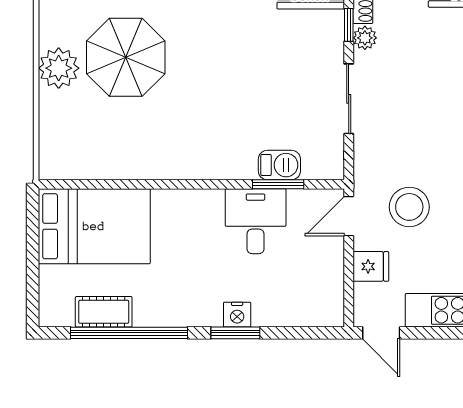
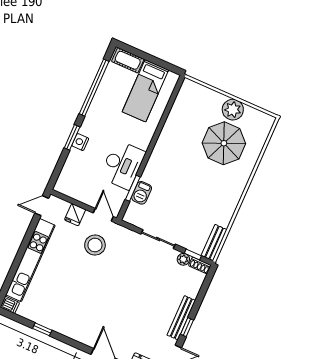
desk: (256, 221) -> (123, 165), width x1.37
bed: (94, 226) -> (145, 91), width x0.67
cot: (104, 312) -> (128, 60), moved, turned 90

